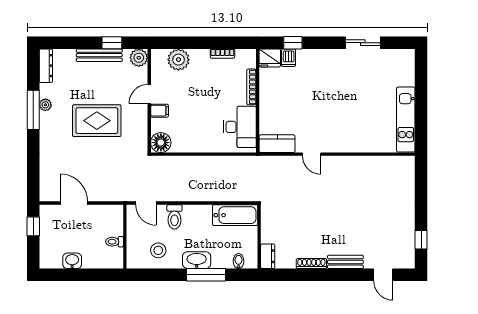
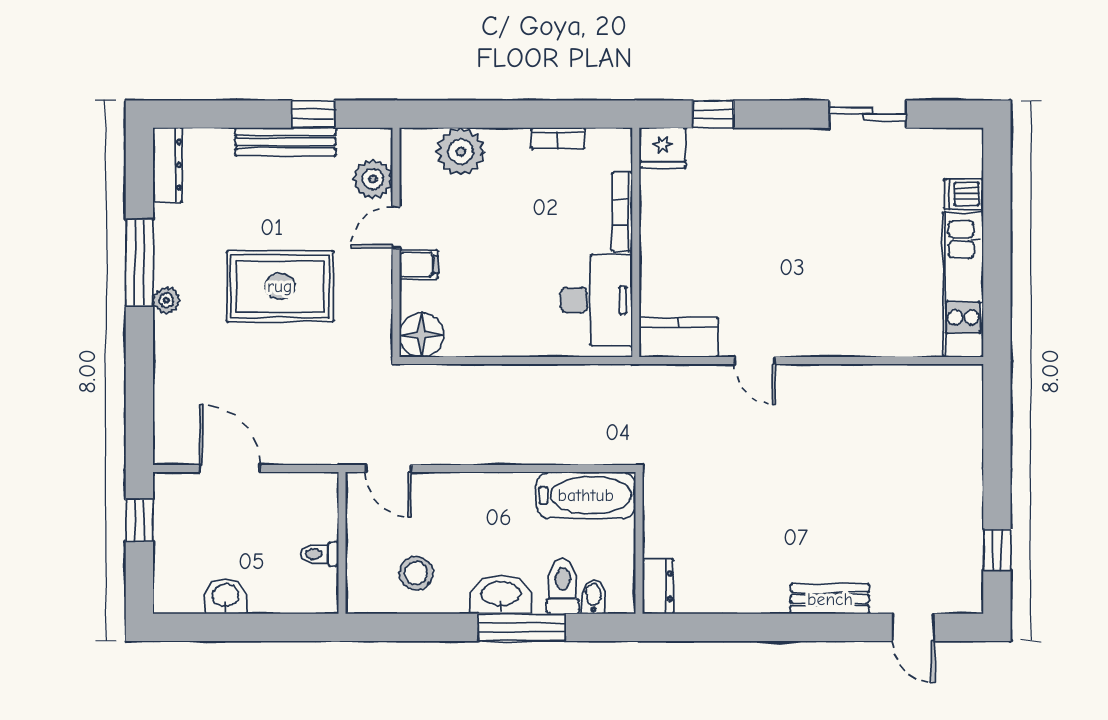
plant: (139, 58) -> (373, 179), moved
dishwasher: (289, 58) -> (964, 194), moved, turned 90
plant: (45, 105) -> (166, 300), moved
toilet: (174, 217) -> (563, 587), moved, turned 180
shoe rack: (311, 264) -> (754, 602), removed

